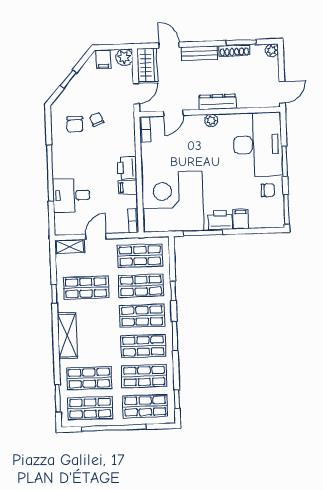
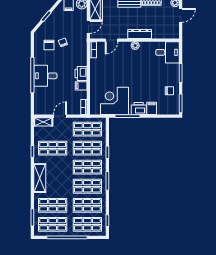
door: (282, 92) -> (181, 15), moved
desk: (258, 145) -> (167, 52), width x0.53, depth x0.77
desk: (71, 195) -> (45, 76), moved
corner desk: (173, 202) -> (114, 101), width x0.74, depth x0.74

